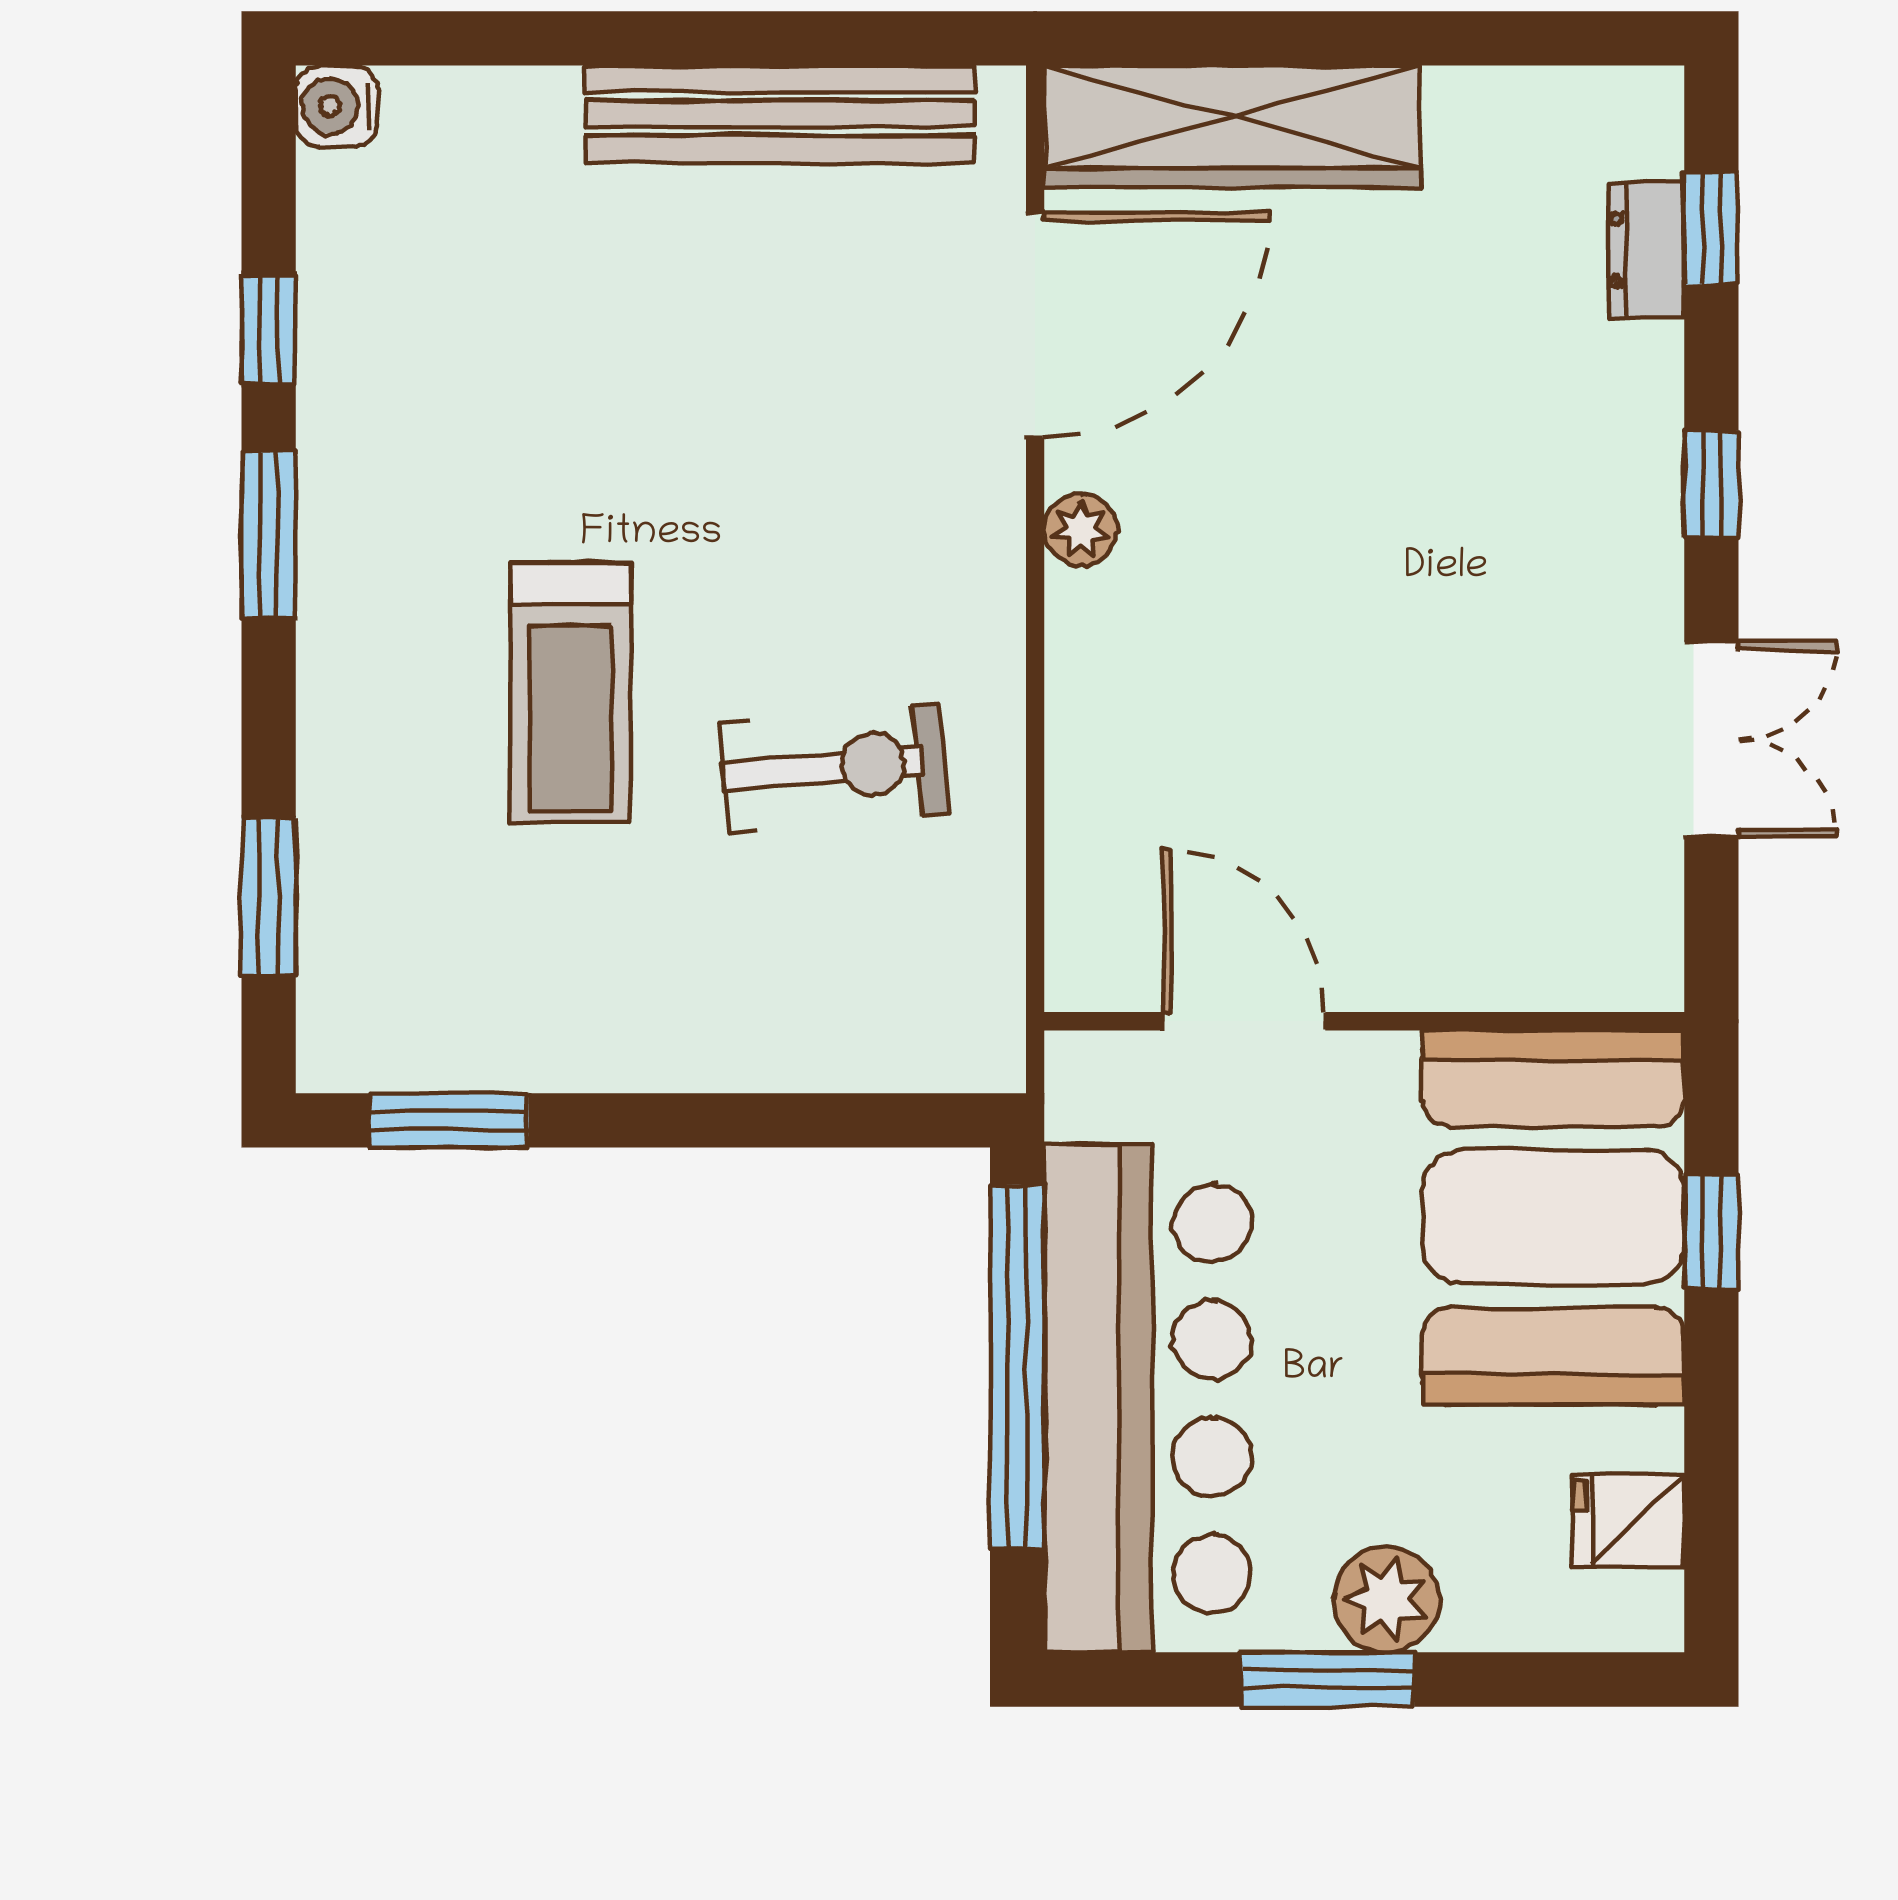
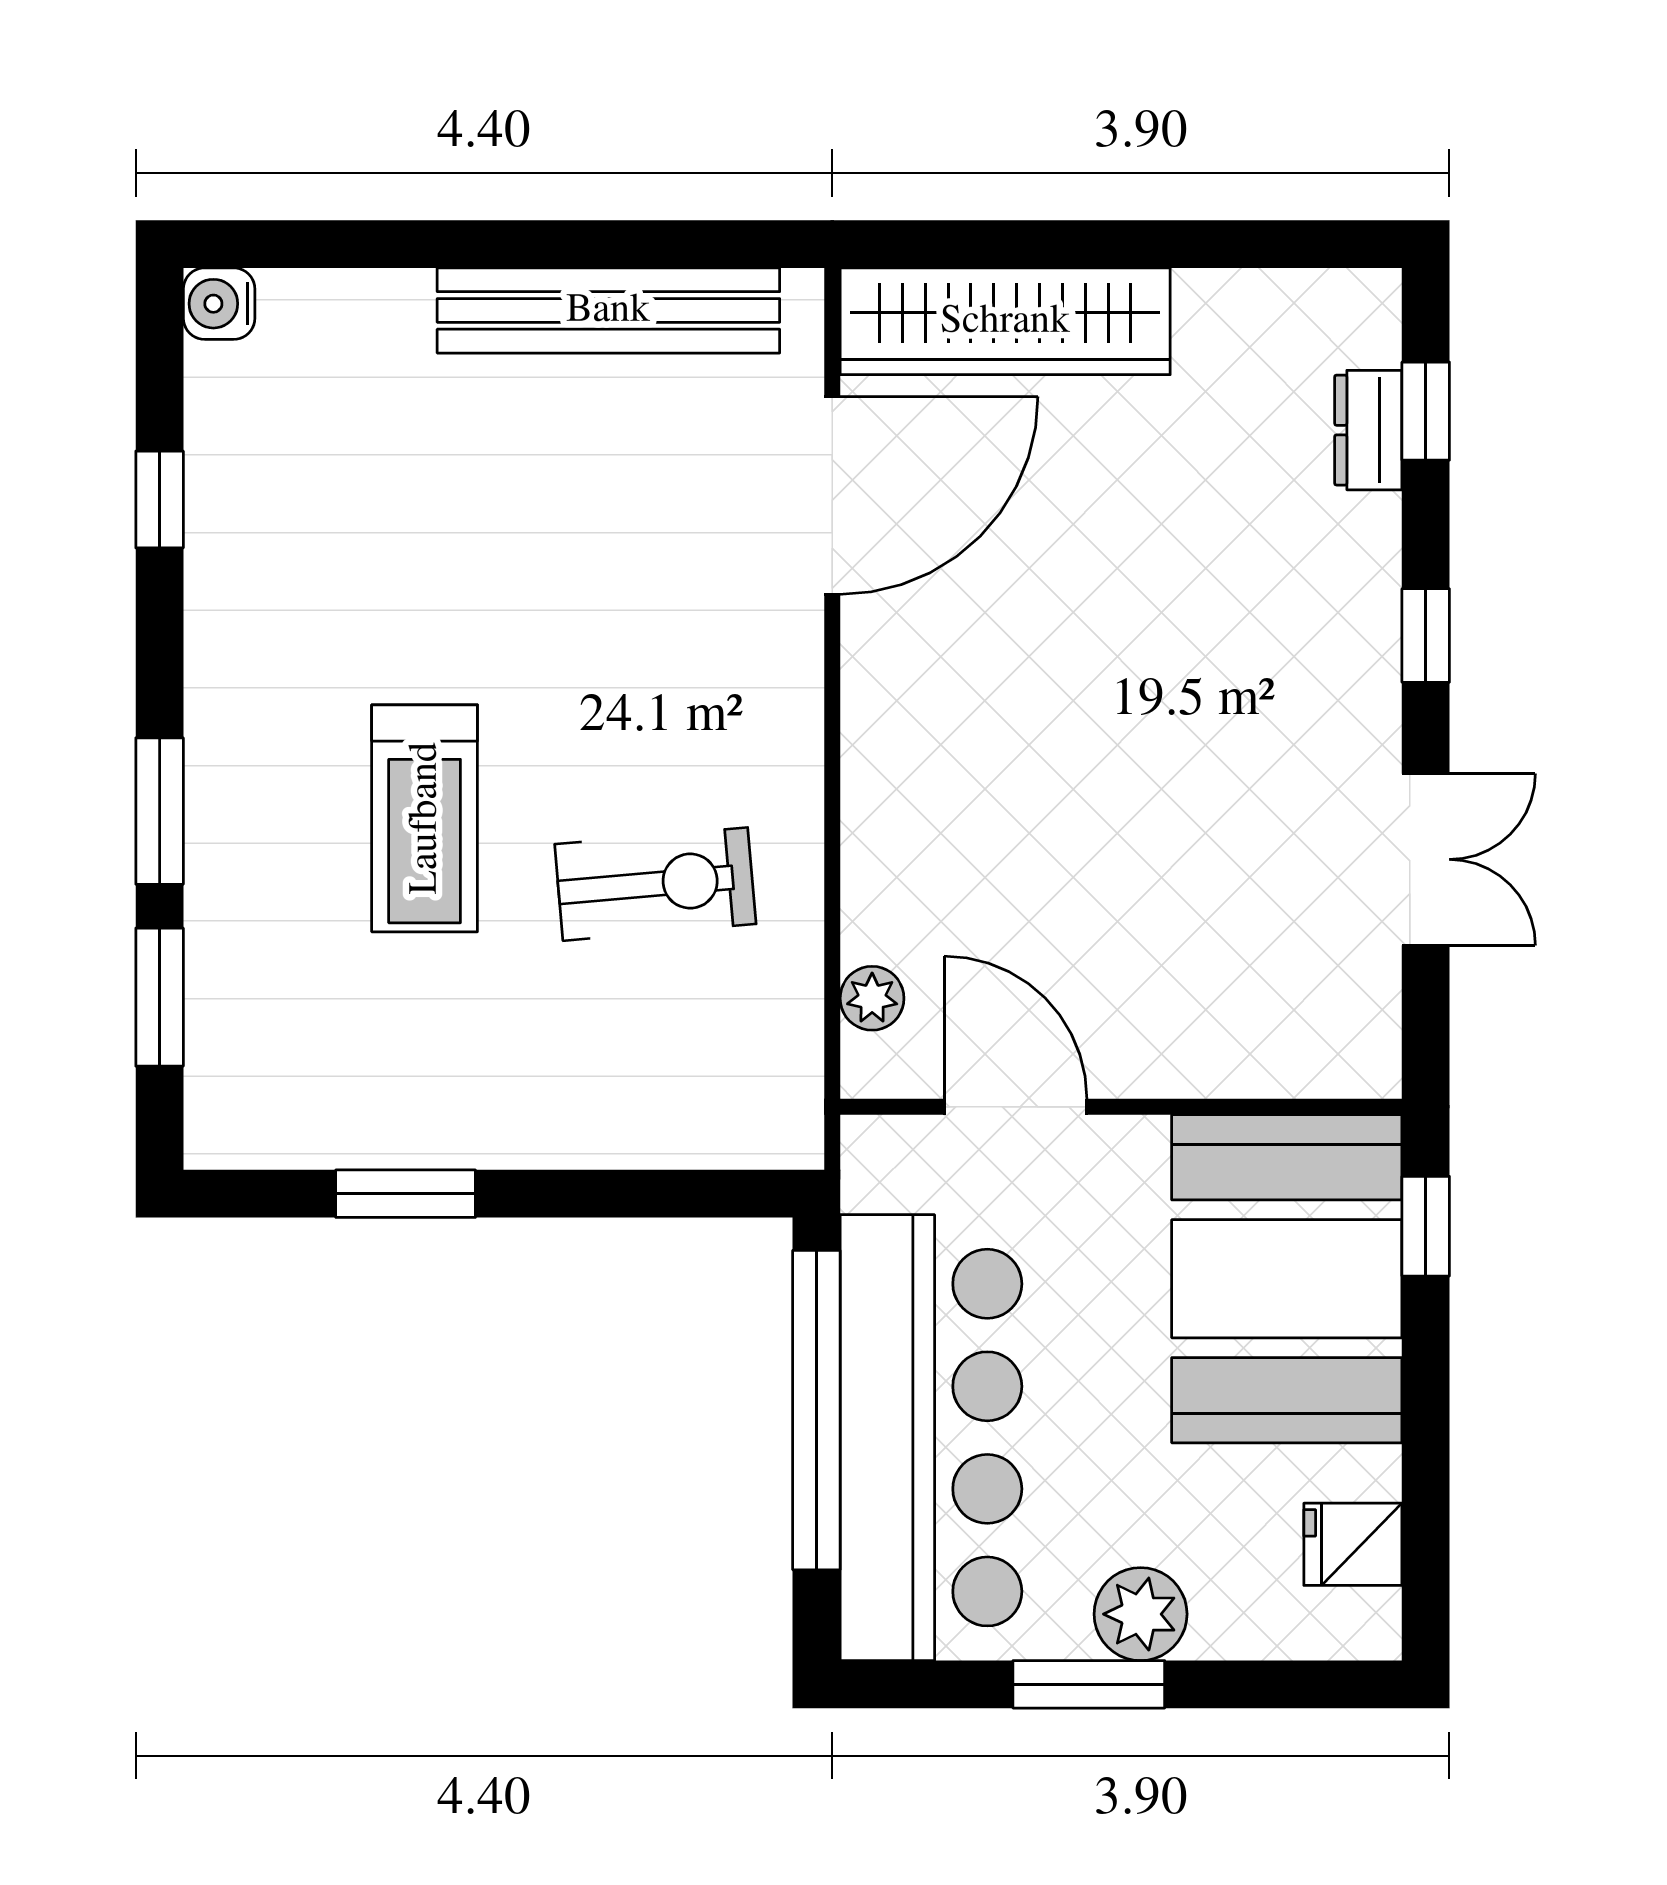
plant: (1081, 530) -> (872, 998), moved
window: (269, 535) -> (160, 811), moved
window: (449, 1120) -> (406, 1194), moved
window: (1711, 1232) -> (1426, 1226), moved

